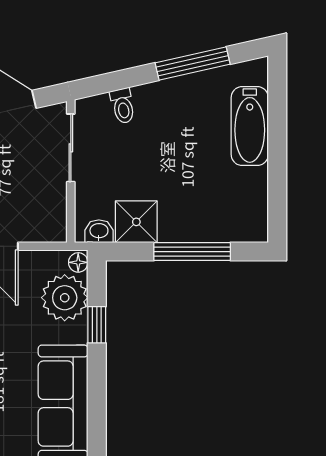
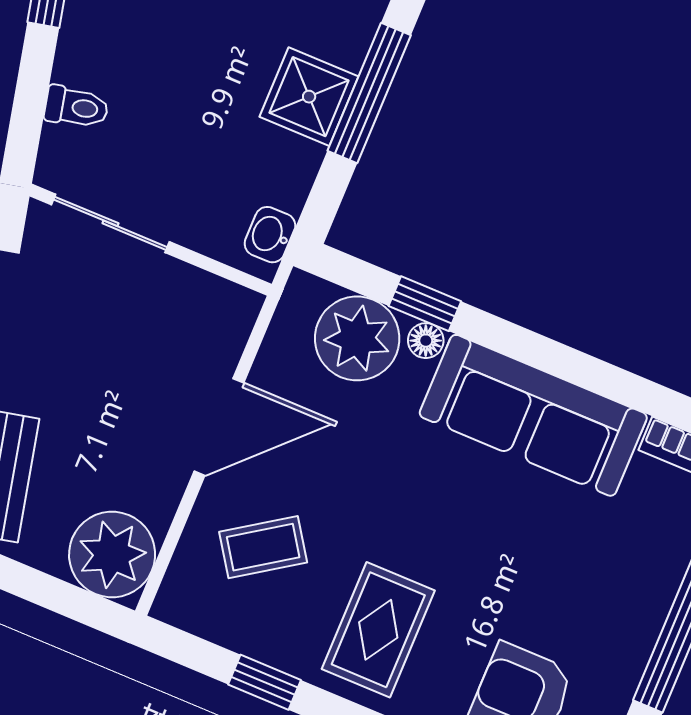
shower: (136, 222) -> (309, 97), moved
floor lamp: (78, 262) -> (426, 341), moved

